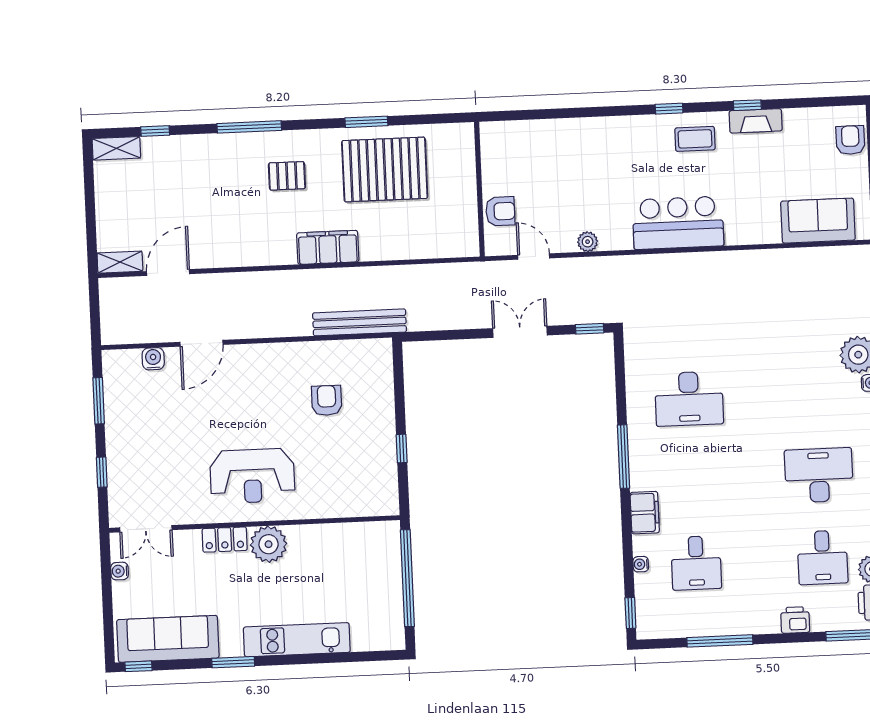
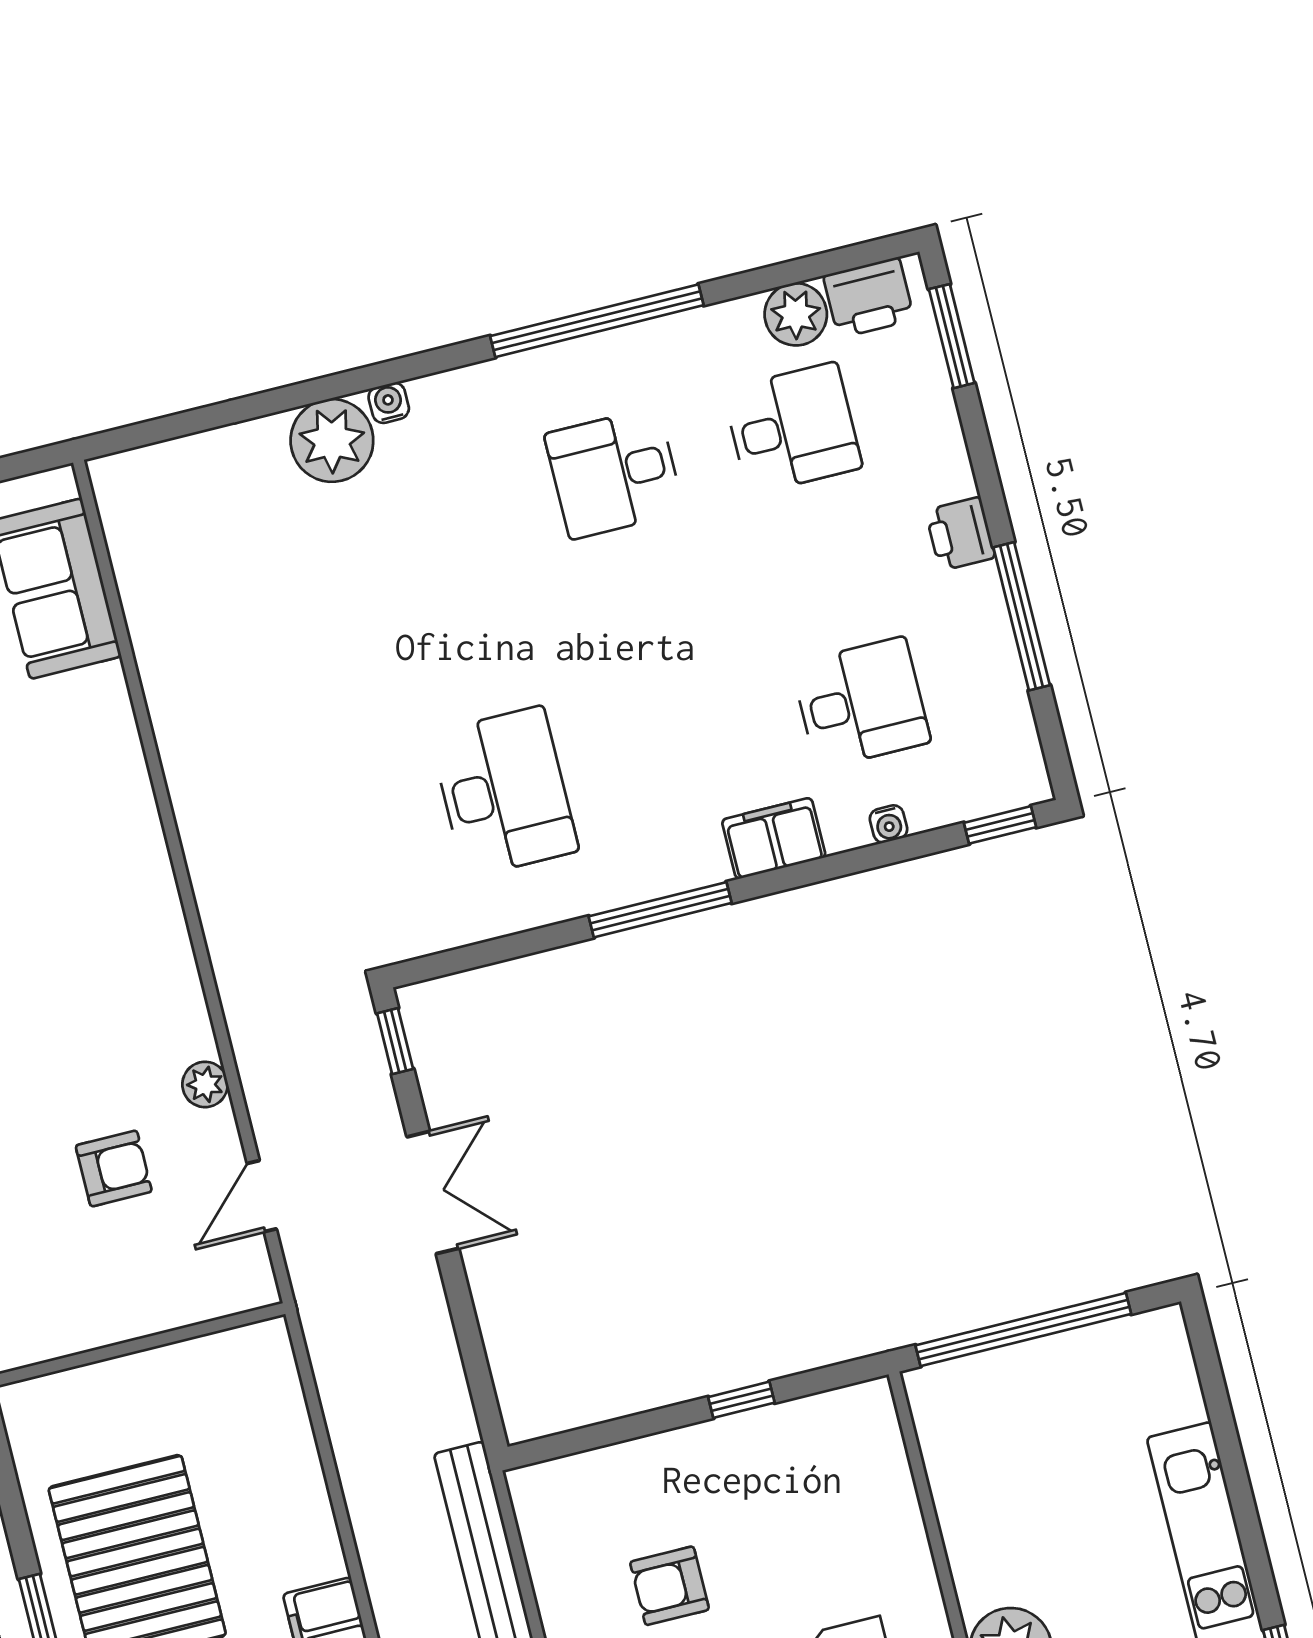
armchair: (500, 211) -> (114, 1168), moved, turned 90
bar counter: (678, 223) -> (123, 895), removed
double door: (520, 332) -> (433, 1193), swing flipped
desk: (819, 475) -> (614, 473), width x0.73
printer: (795, 620) -> (960, 534), moved

